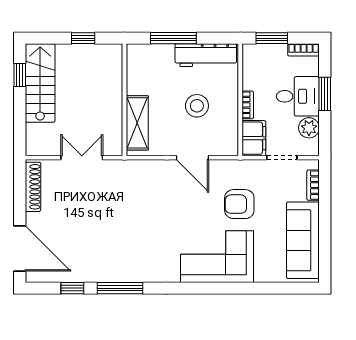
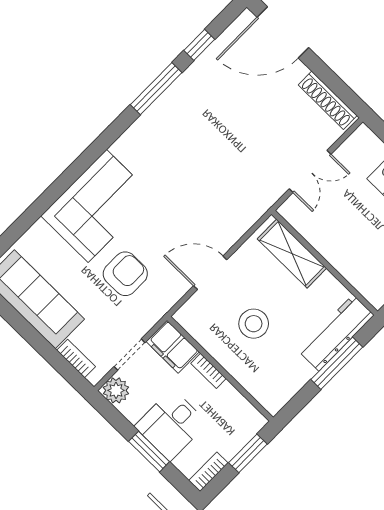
workbench: (206, 55) -> (336, 333), moved
plant: (309, 128) -> (116, 390), moved

